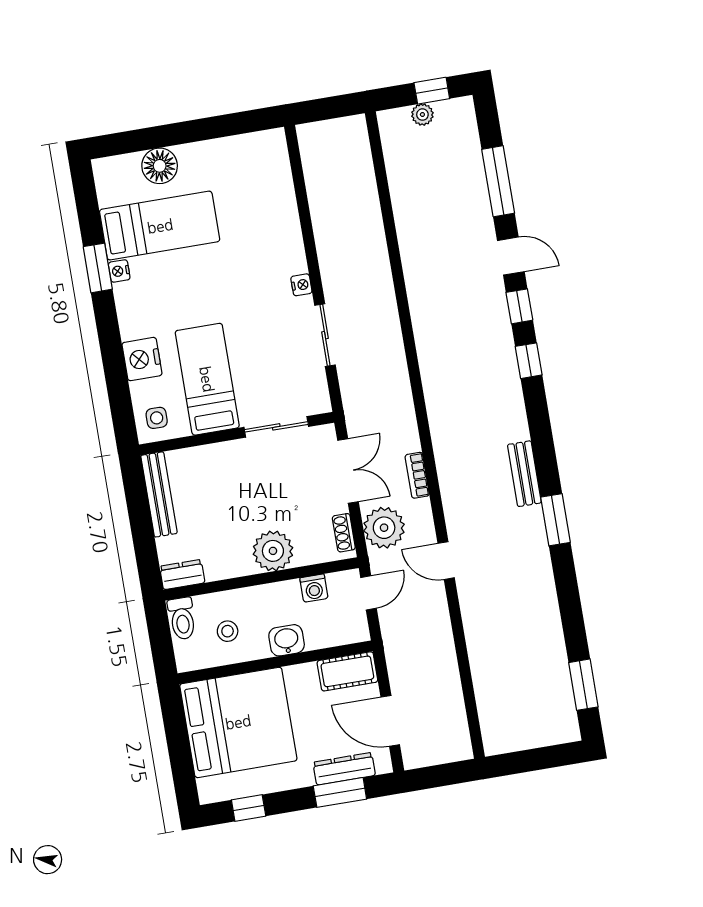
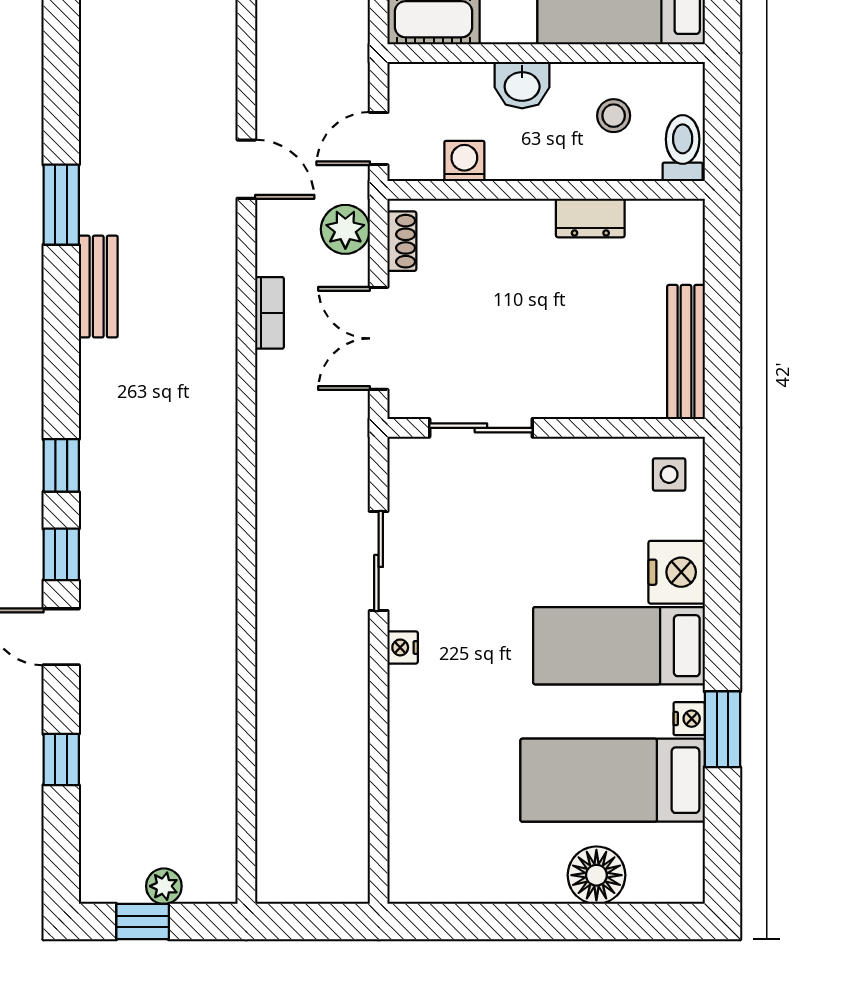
window: (498, 181) -> (61, 760), width x0.46
bed: (207, 379) -> (619, 646), moved, turned 90
plant: (384, 528) -> (345, 229), width x0.73, depth x0.73
plant: (273, 551) -> (520, 231), removed
dresser: (182, 575) -> (590, 218), moved

